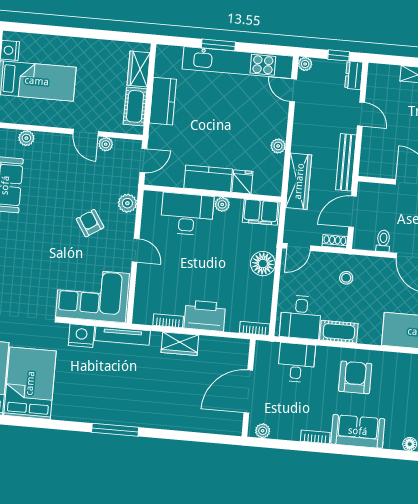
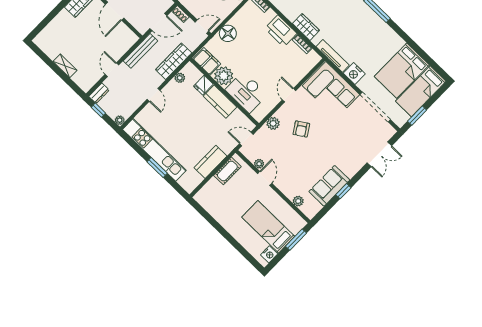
wardrobe: (139, 69) -> (209, 189), removed
door: (293, 90) -> (154, 95), moved
plant: (278, 146) -> (180, 78), moved
plant: (222, 204) -> (224, 76), width x1.88, depth x1.88

